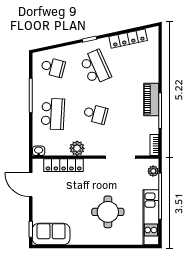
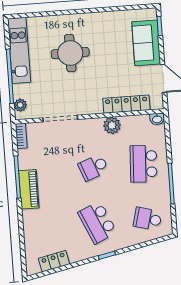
locker: (128, 39) -> (54, 261), width x0.66
school desk: (95, 114) -> (93, 167), turned -36
sofa: (51, 234) -> (146, 43), moved, turned 90

